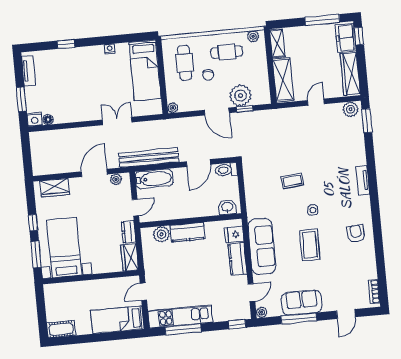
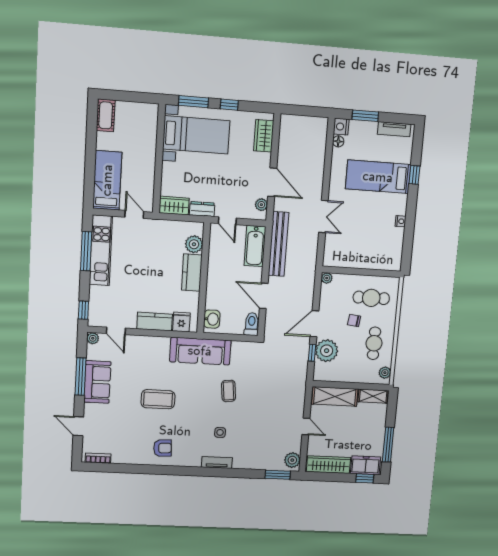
bed: (145, 70) -> (378, 177), moved
side table: (313, 210) -> (220, 432), moved
sofa: (262, 246) -> (200, 351), moved

